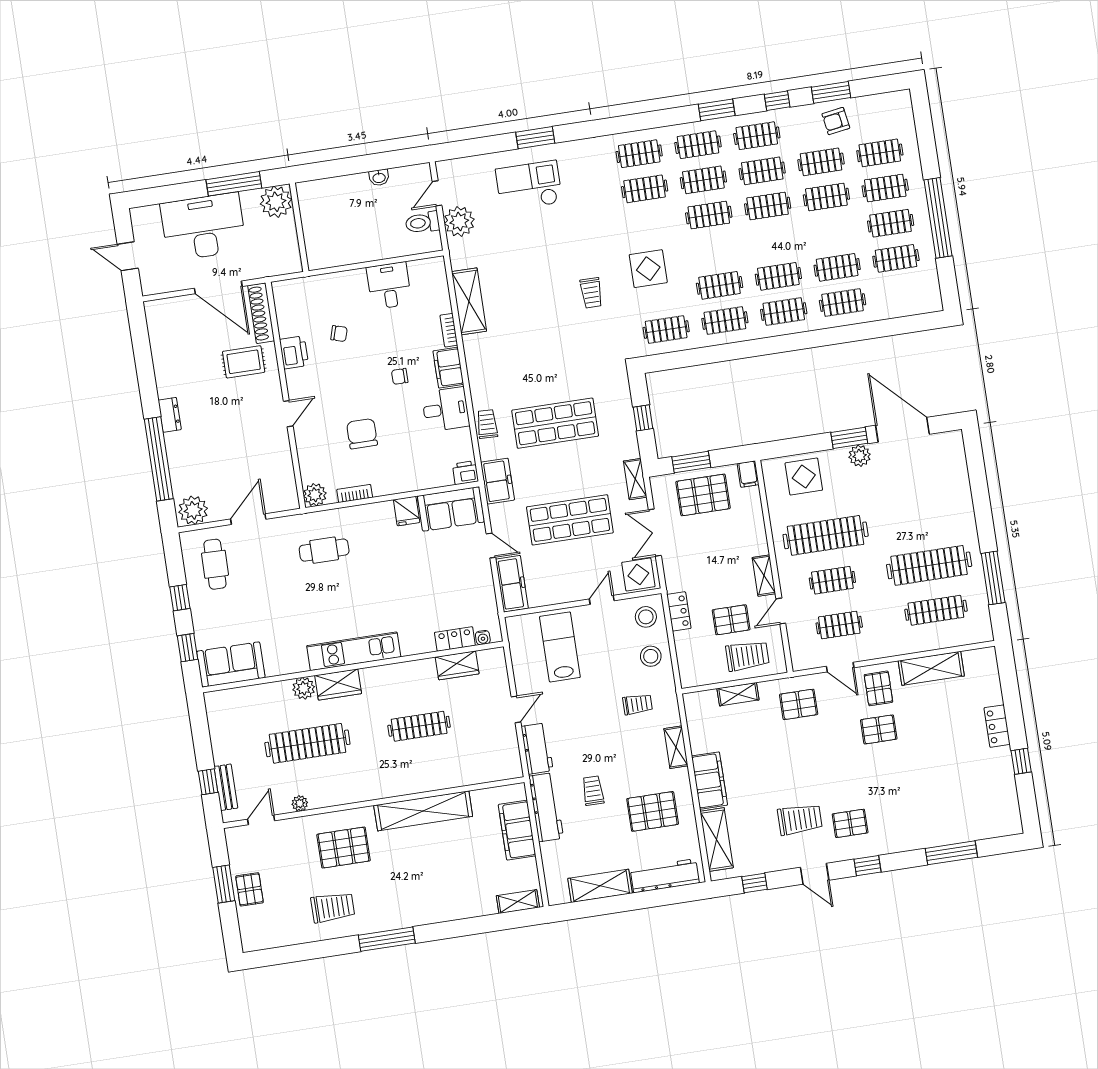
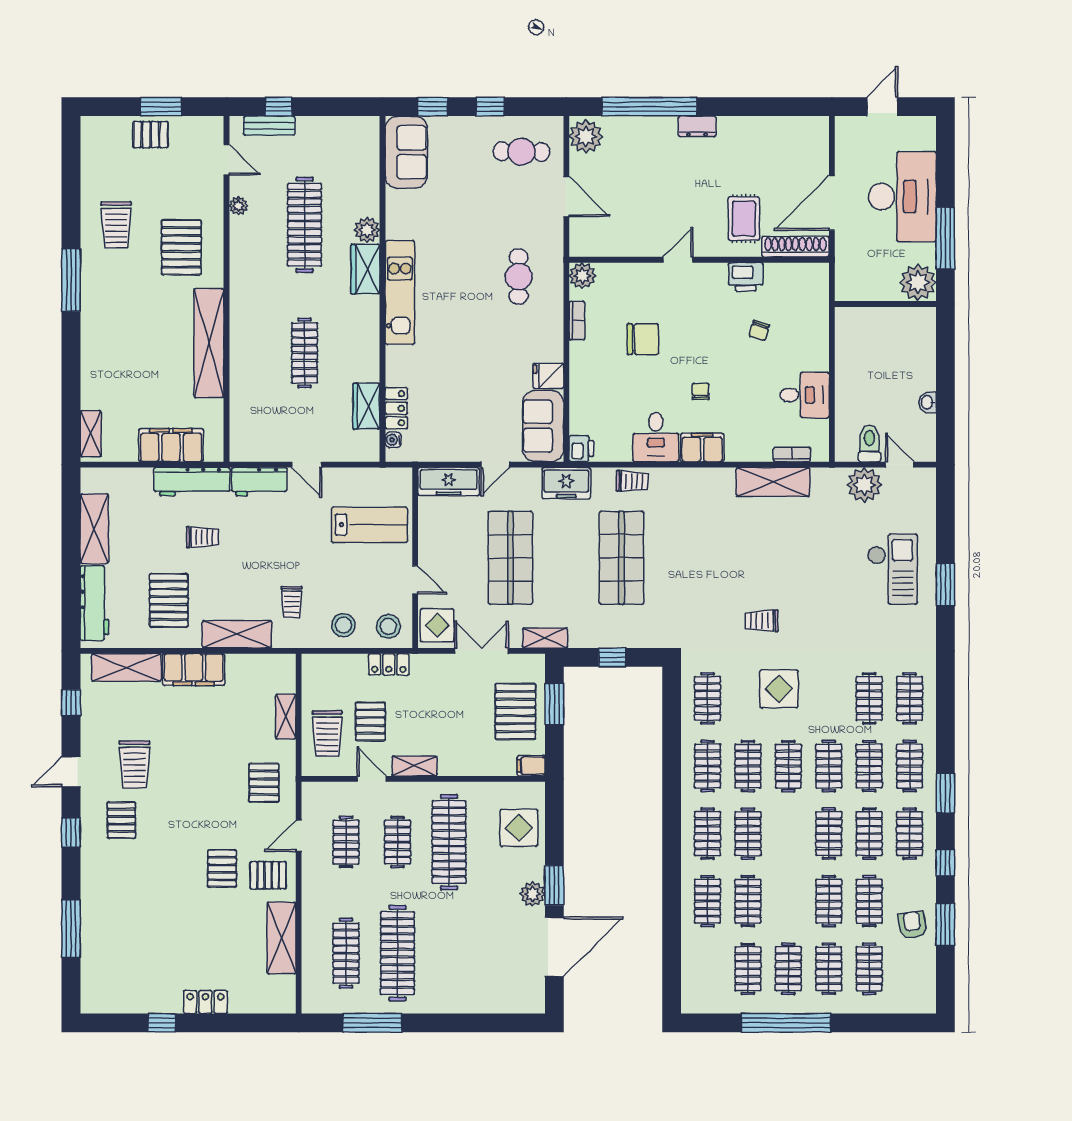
clothes rail: (714, 250) -> (788, 766), added
bookcase: (449, 330) -> (792, 454), moved
door: (288, 414) -> (678, 260), swing flipped
shelving: (676, 747) -> (237, 634), width x1.50, depth x1.33

